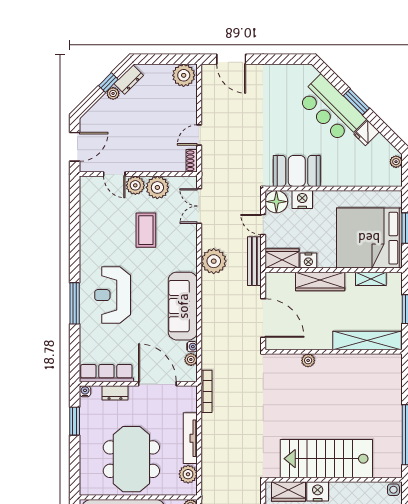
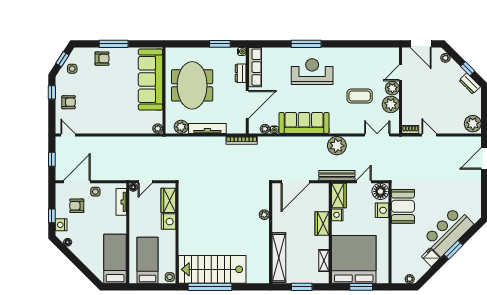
plant: (113, 93) -> (445, 58), moved
wardrobe: (320, 281) -> (322, 223), width x0.67
meeting table: (131, 459) -> (192, 85), turned 90
stairs: (326, 459) -> (212, 269), moved, turned -90

